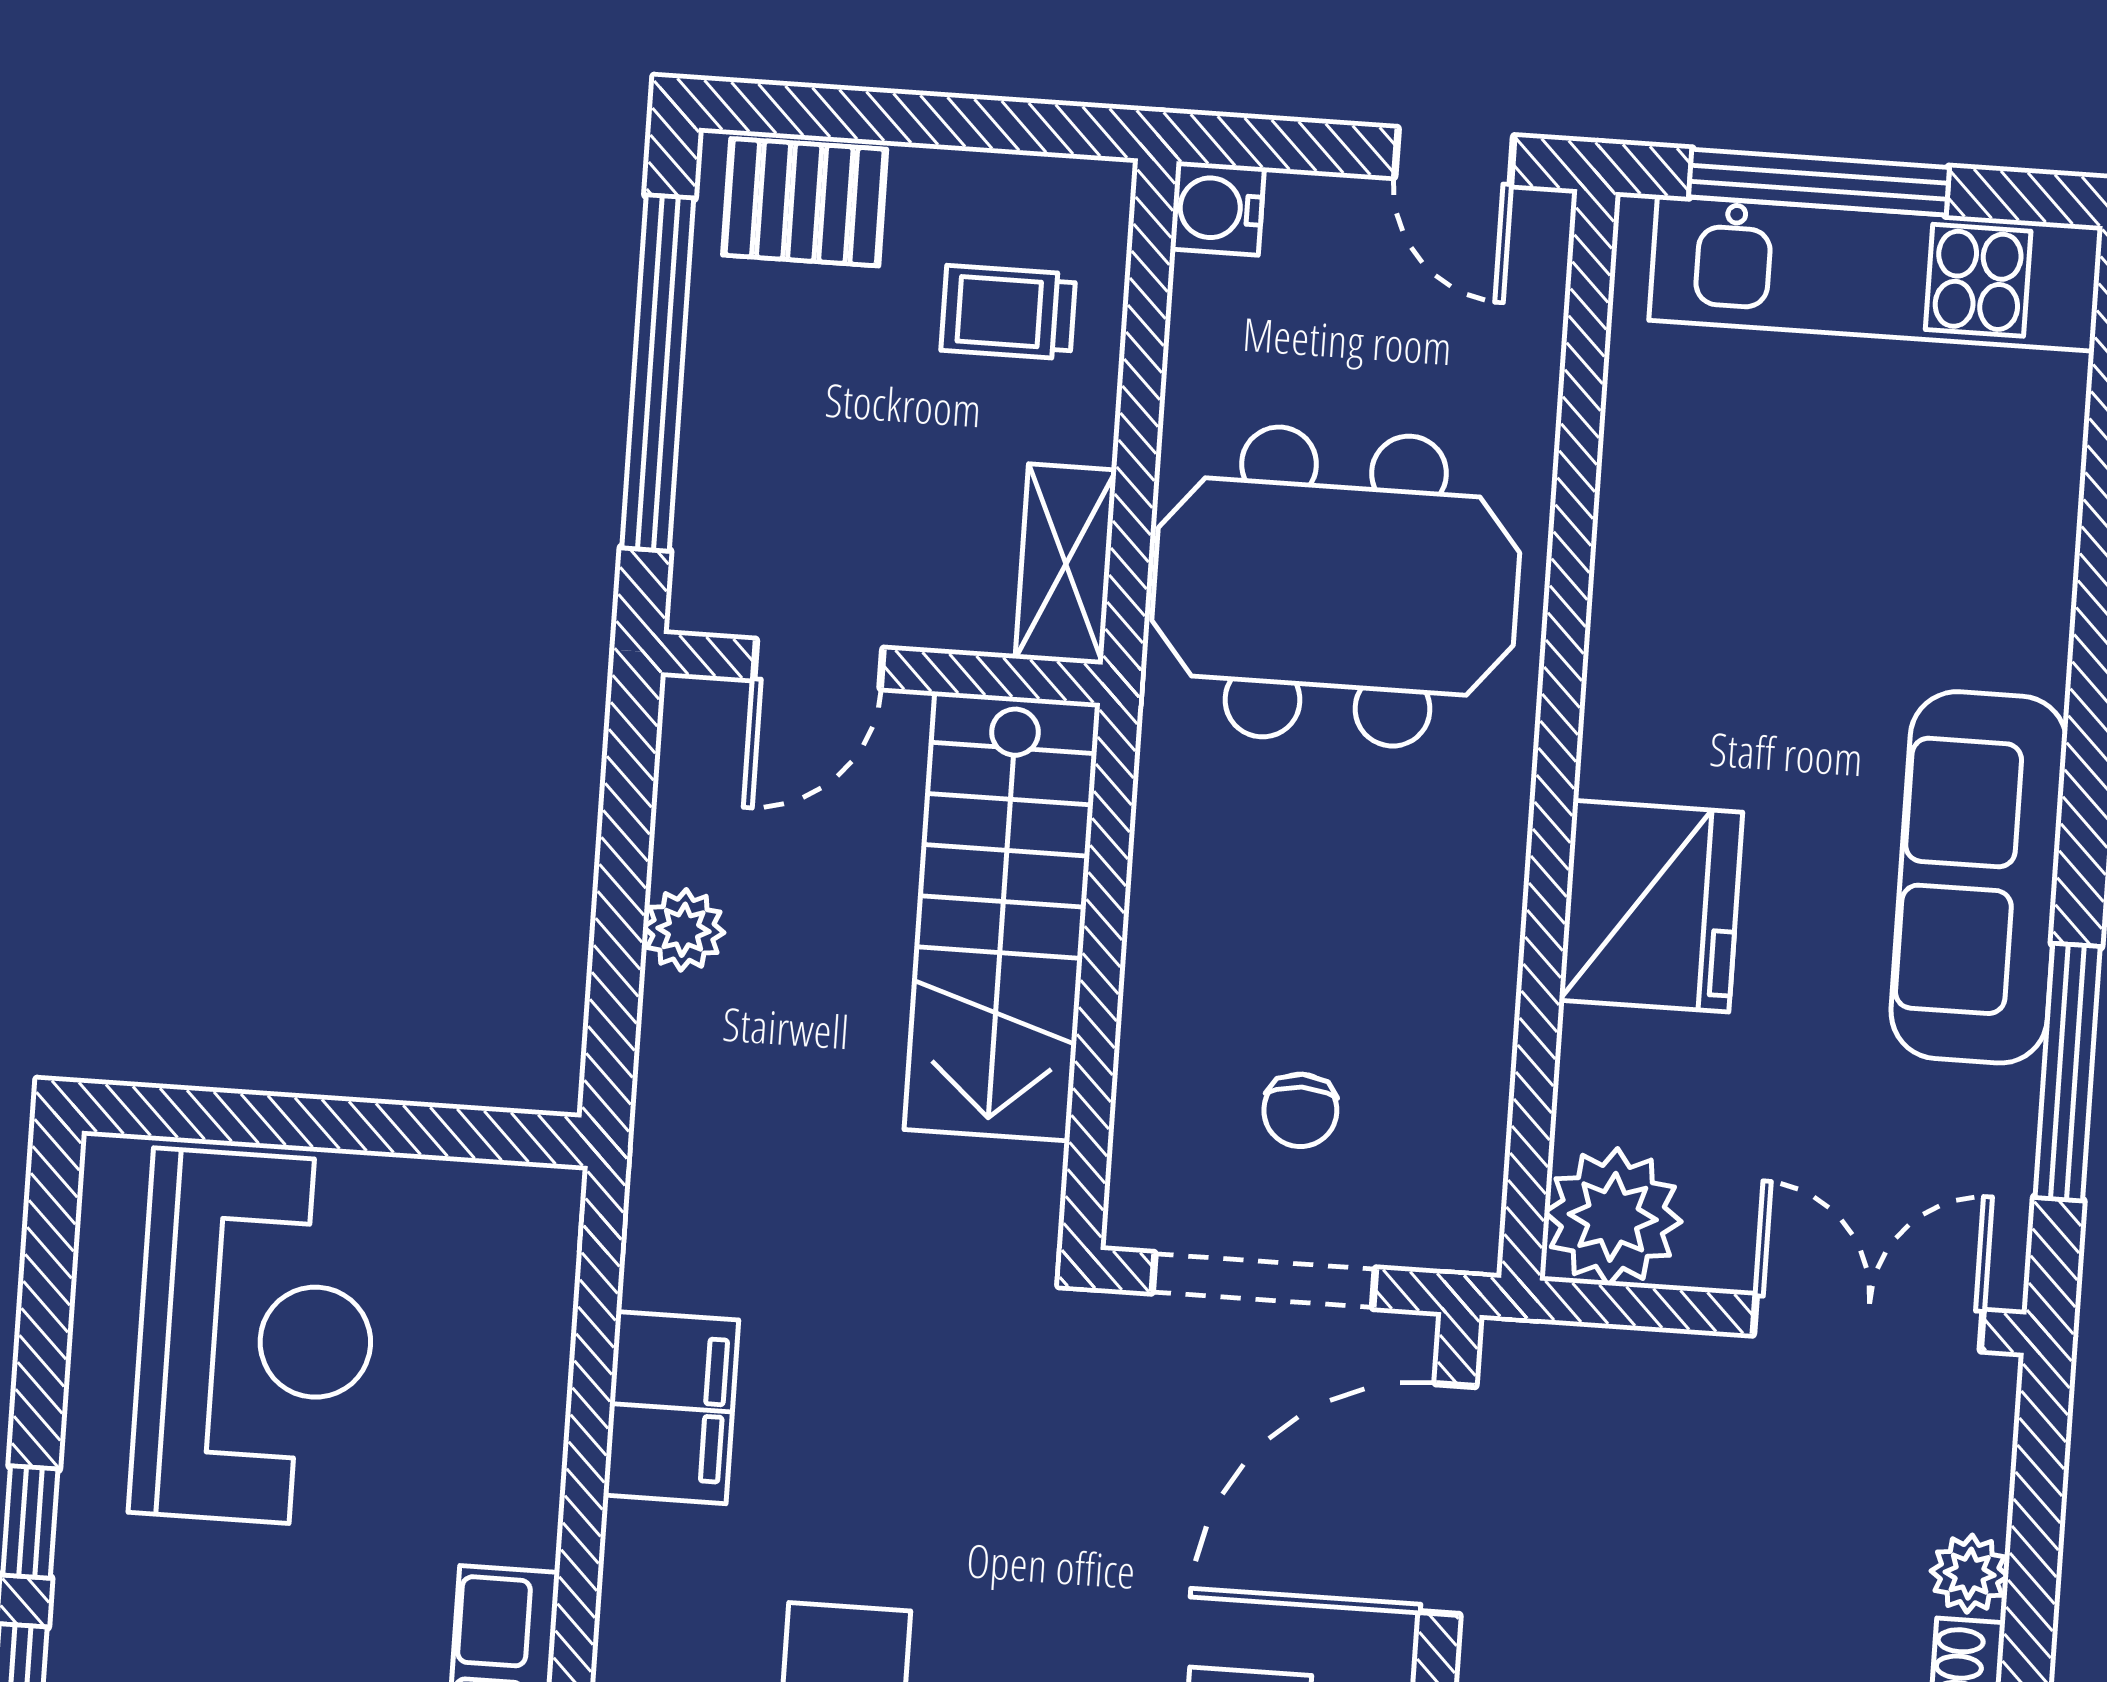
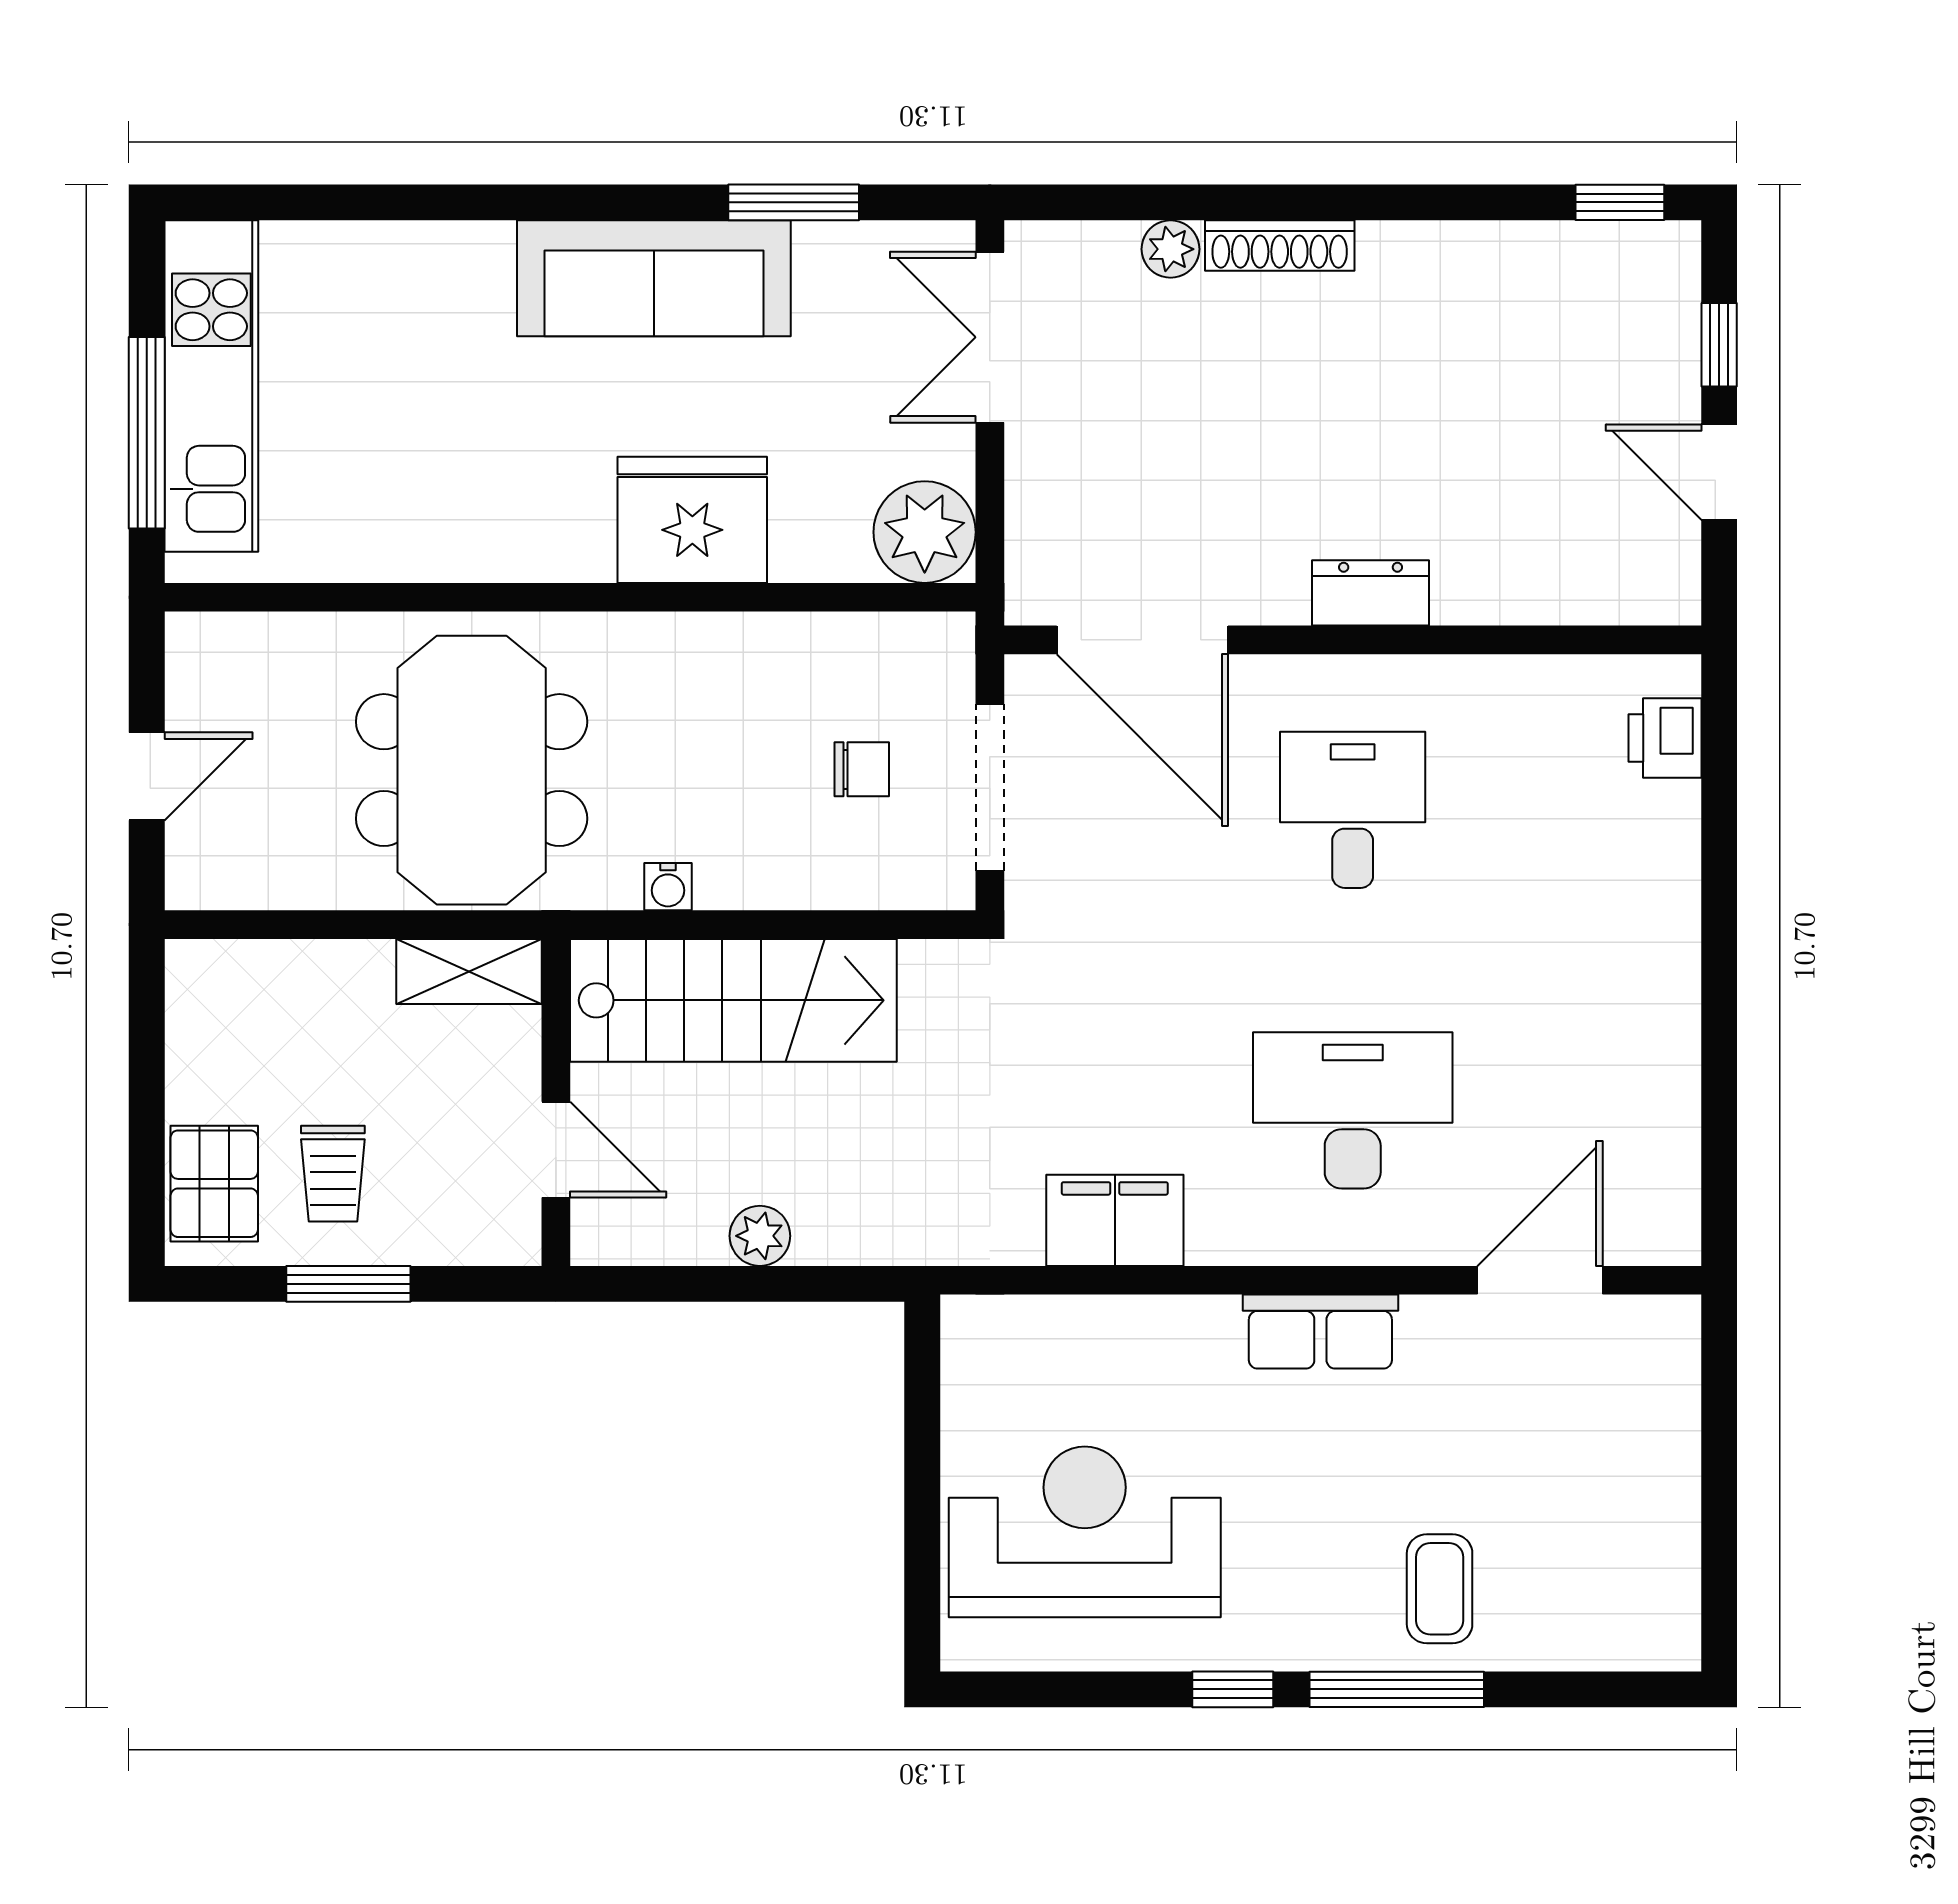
door: (1454, 157) -> (147, 776), moved
water cooler: (1217, 208) -> (668, 887), moved, width x0.72, depth x0.72
trolley: (1008, 312) -> (333, 1174), moved
window: (658, 373) -> (348, 1284), width x0.47
window: (2068, 1072) -> (794, 202), width x0.69

